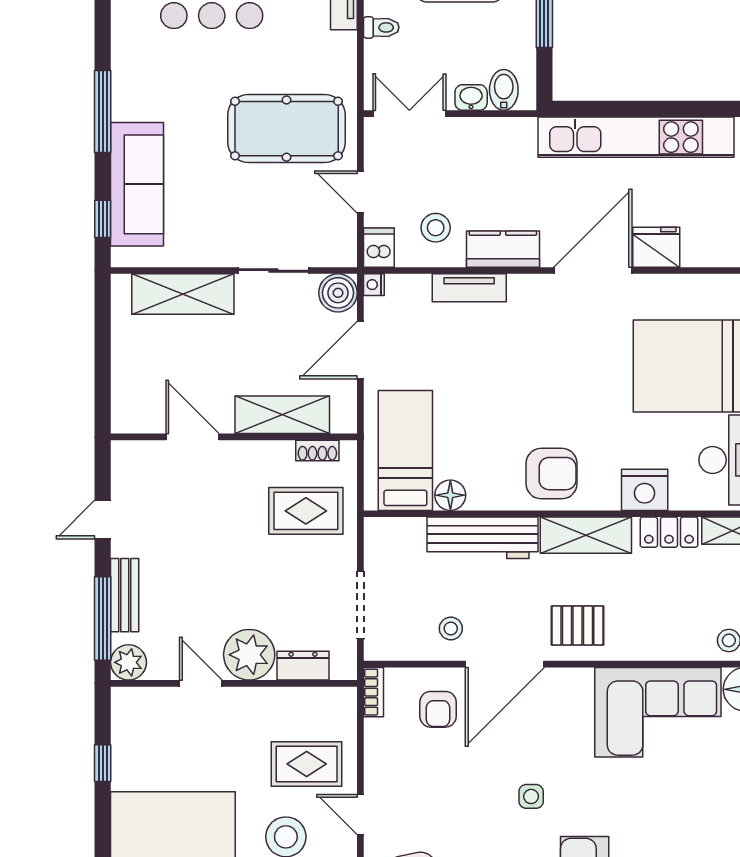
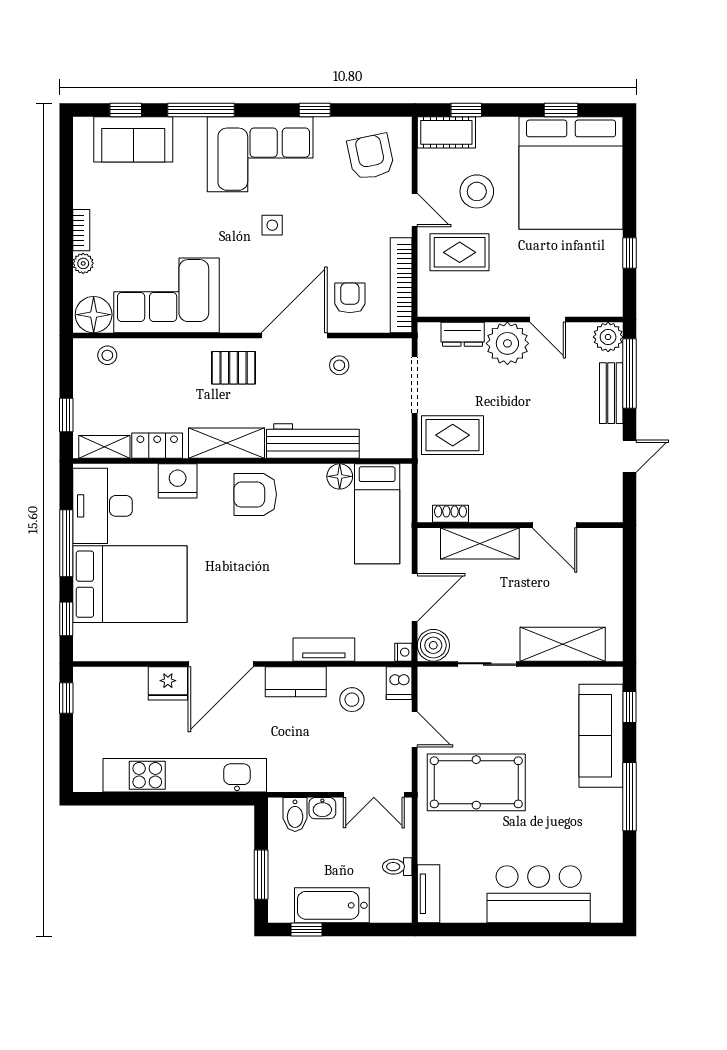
rug: (306, 511) -> (453, 435), moved
bookcase: (373, 692) -> (401, 285), width x2.31, depth x1.31

